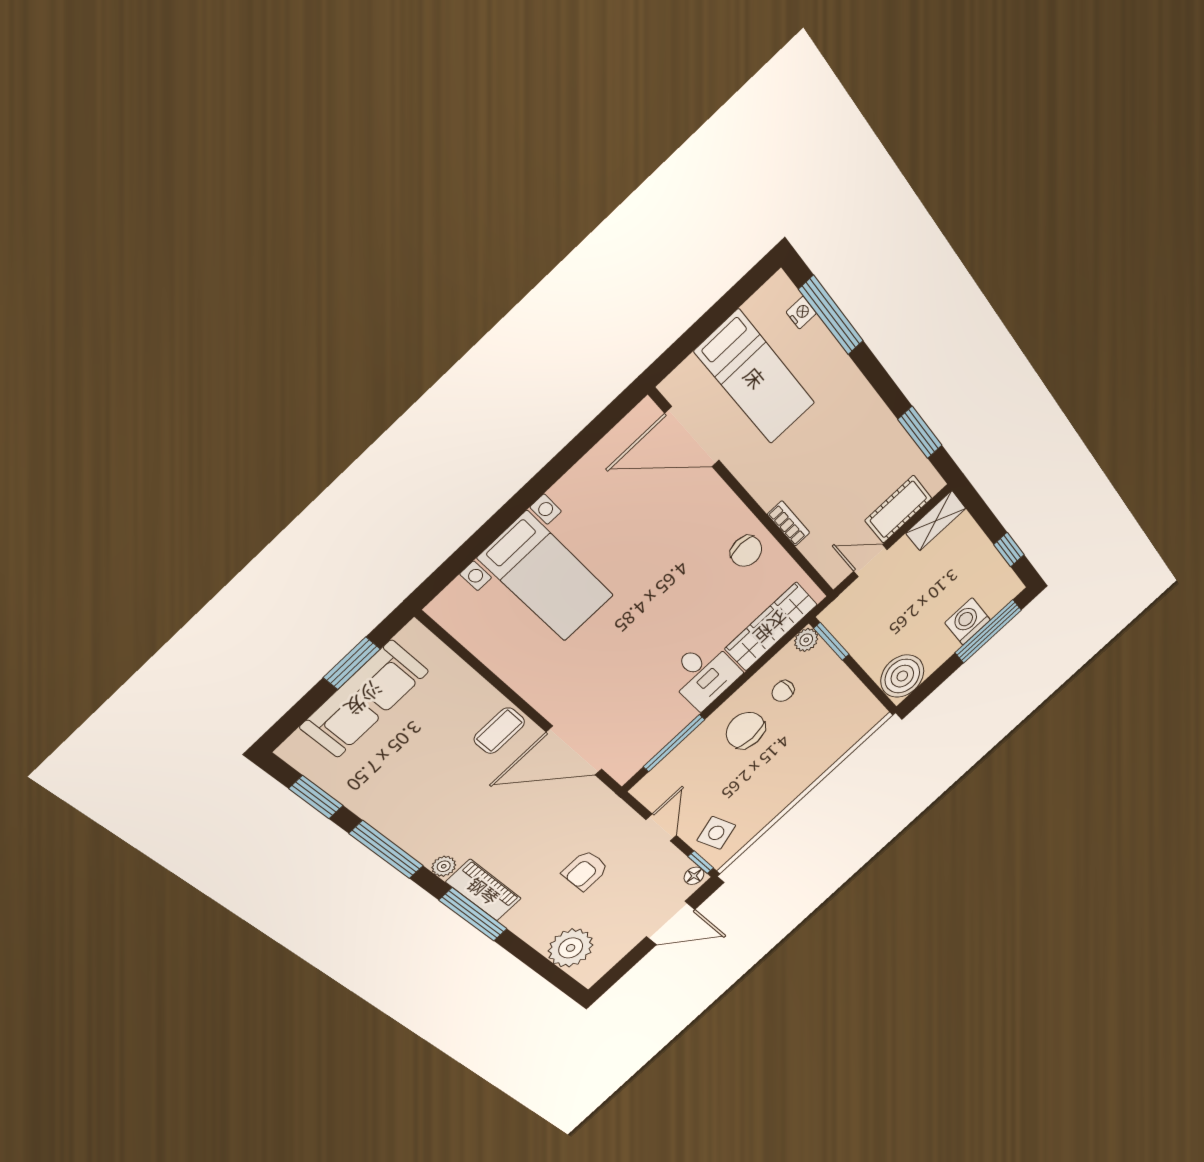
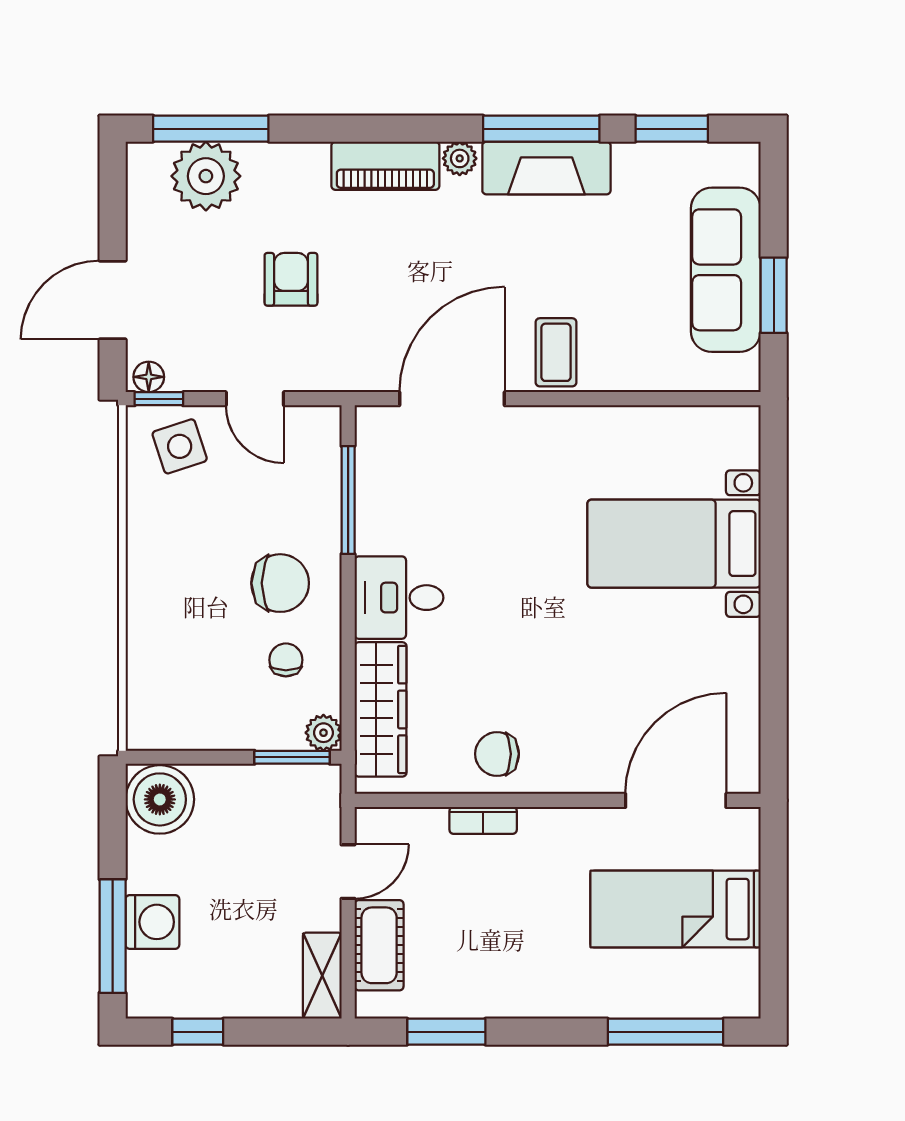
nightstand: (801, 313) -> (697, 1004), removed
fireplace: (405, 828) -> (546, 168), added
window: (473, 915) -> (211, 129), moved

